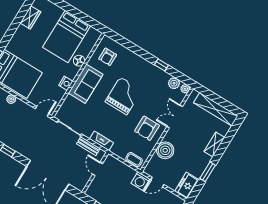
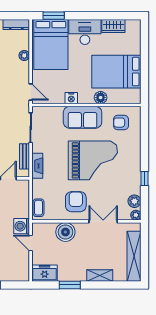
desk: (22, 42) -> (85, 32), added
grand piano: (123, 96) -> (93, 160), width x1.37, depth x1.48
armchair: (147, 128) -> (76, 202), turned 90

